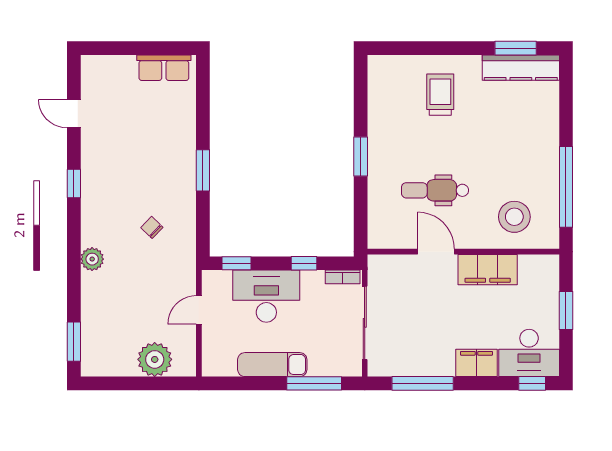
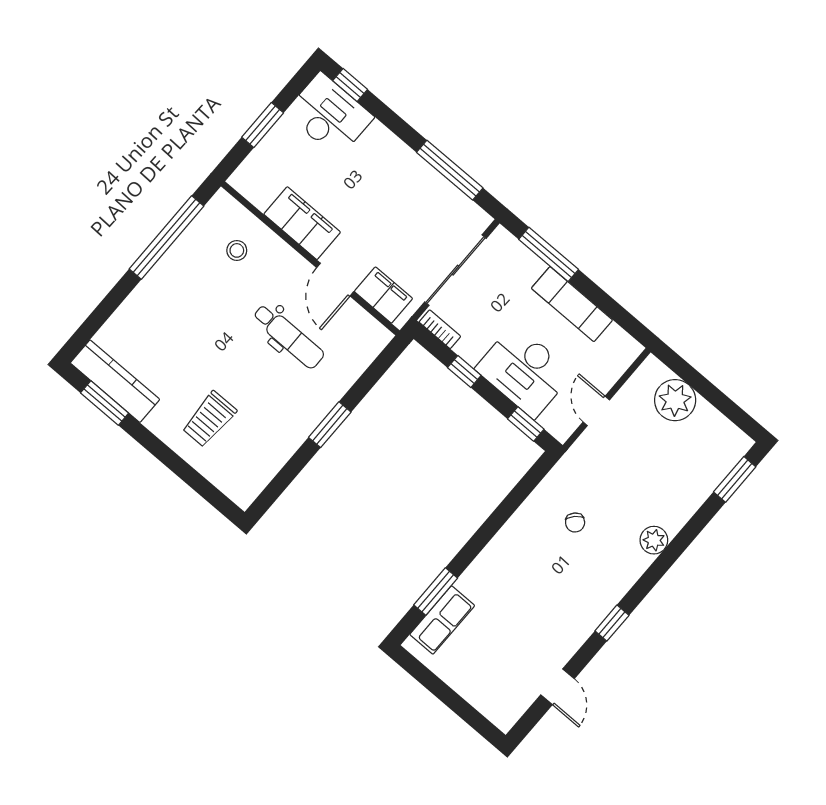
row of seats: (164, 68) -> (442, 620), moved, turned 90
window: (203, 170) -> (436, 592), moved
stool: (514, 217) -> (237, 250), width x0.53, depth x0.53
door: (199, 310) -> (596, 411), swing flipped
filing cabinet: (476, 363) -> (383, 295), moved, turned 180

